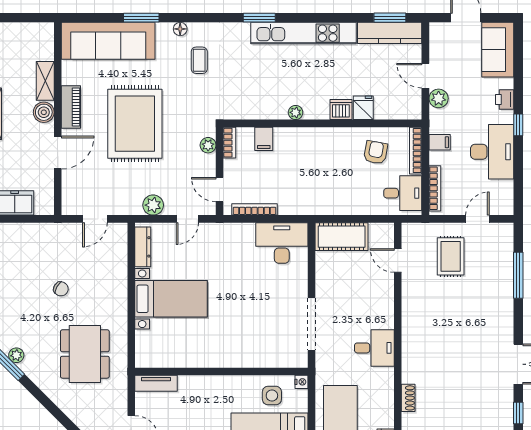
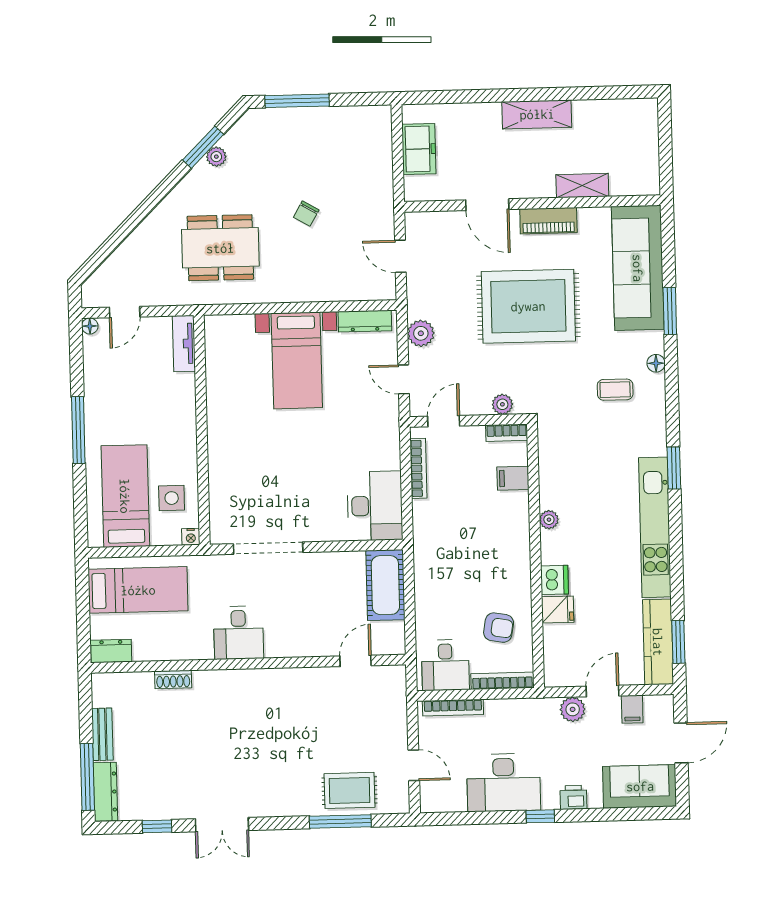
boiler: (44, 112) -> (540, 185), removed
filing cabinet: (440, 142) -> (632, 709), moved
rug: (451, 256) -> (350, 790), moved

